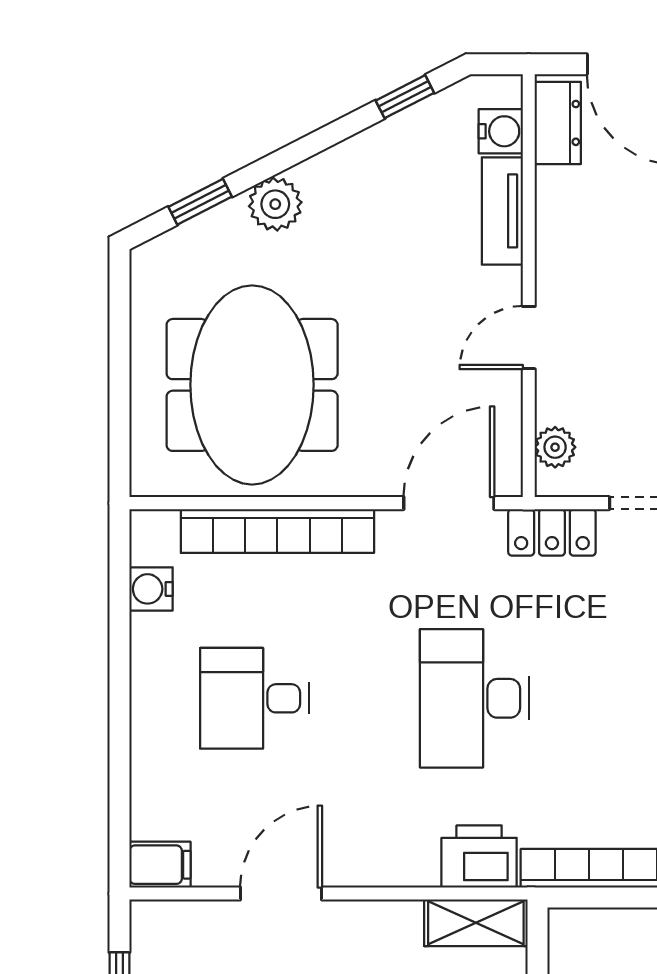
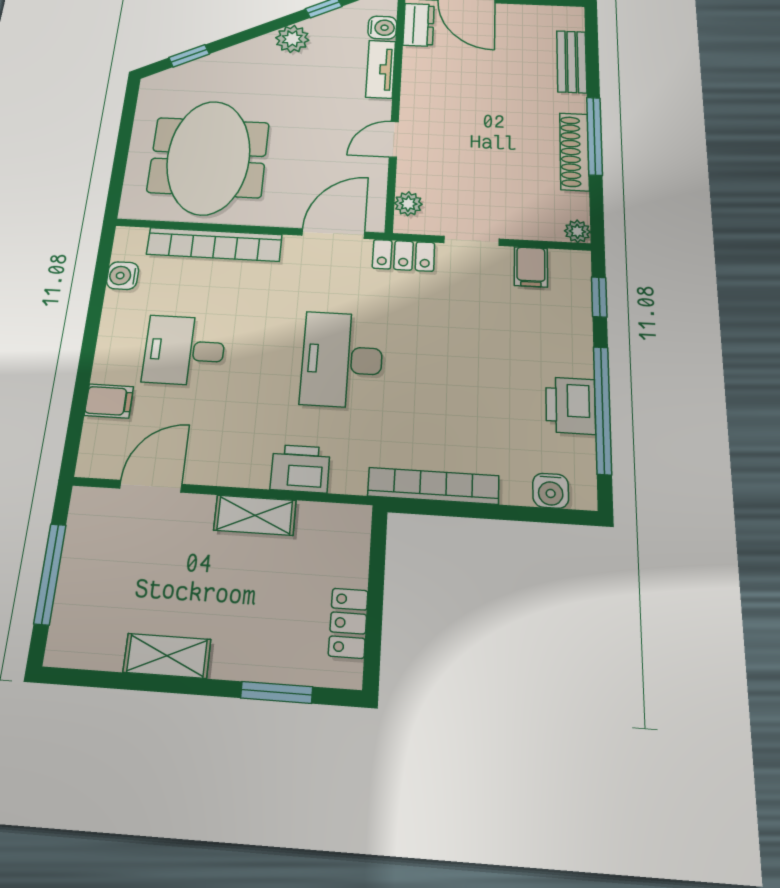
plant: (275, 204) -> (292, 39), moved
printer: (479, 857) -> (300, 469), moved
filing cabinet: (160, 865) -> (109, 401), moved
door: (281, 894) -> (151, 486), moved
shelving: (476, 923) -> (255, 515), moved

